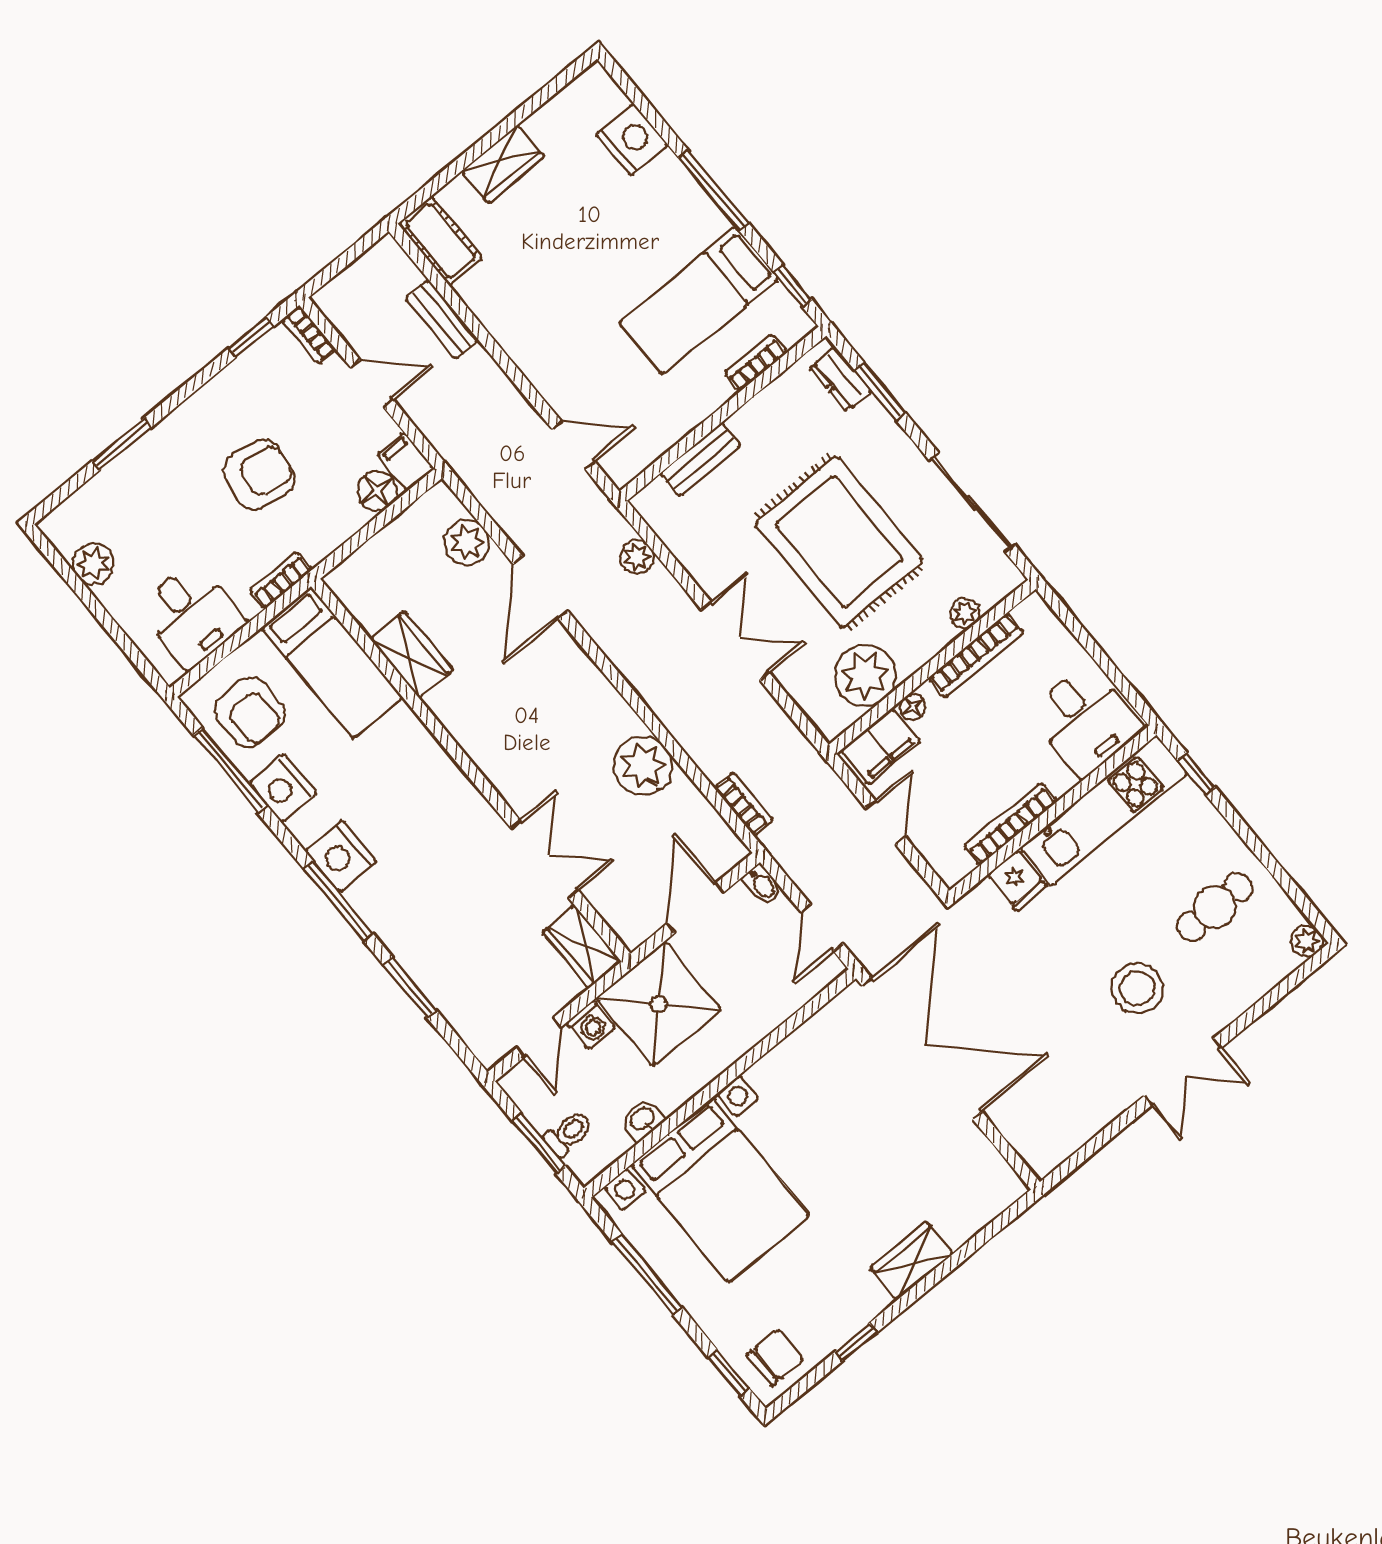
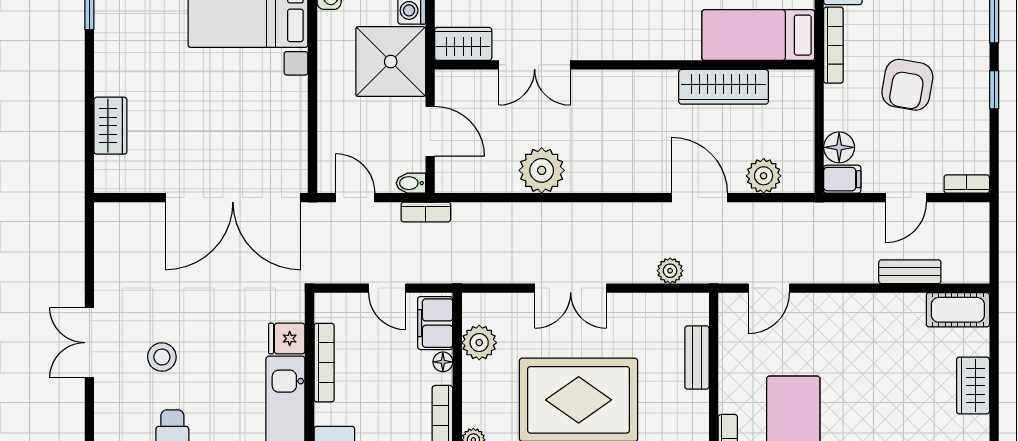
window: (251, 337) -> (994, 90), moved
bookcase: (281, 580) -> (833, 45), width x1.56
wardrobe: (412, 655) -> (724, 87), width x1.50
plant: (865, 675) -> (479, 343), width x0.73, depth x0.73
bookcase: (744, 804) -> (426, 212), moved
stool: (1137, 989) -> (162, 357), width x0.73, depth x0.73
wardrobe: (912, 1261) -> (110, 126), moved

